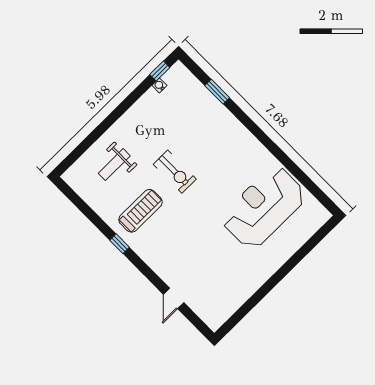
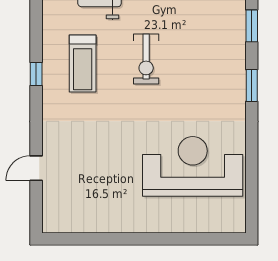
window: (251, 126) -> (252, 86), added
treadmill: (141, 211) -> (83, 64), turned 90

